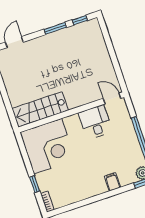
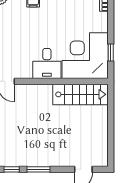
desk: (95, 122) -> (47, 64), moved
window: (35, 184) -> (111, 52), moved

